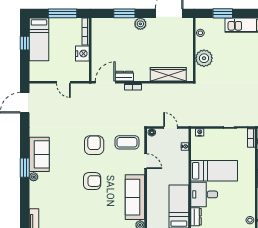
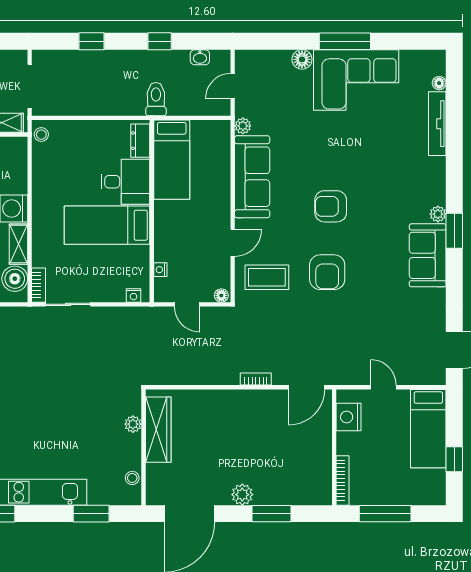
bed: (39, 39) -> (428, 429), moved, turned 180
nightstand: (82, 54) -> (349, 417), moved
plant: (204, 58) -> (133, 424), width x0.53, depth x0.53
wardrobe: (168, 74) -> (158, 430), moved, turned -90
dresser: (124, 76) -> (272, 399), removed
door: (146, 161) -> (233, 243), swing flipped

